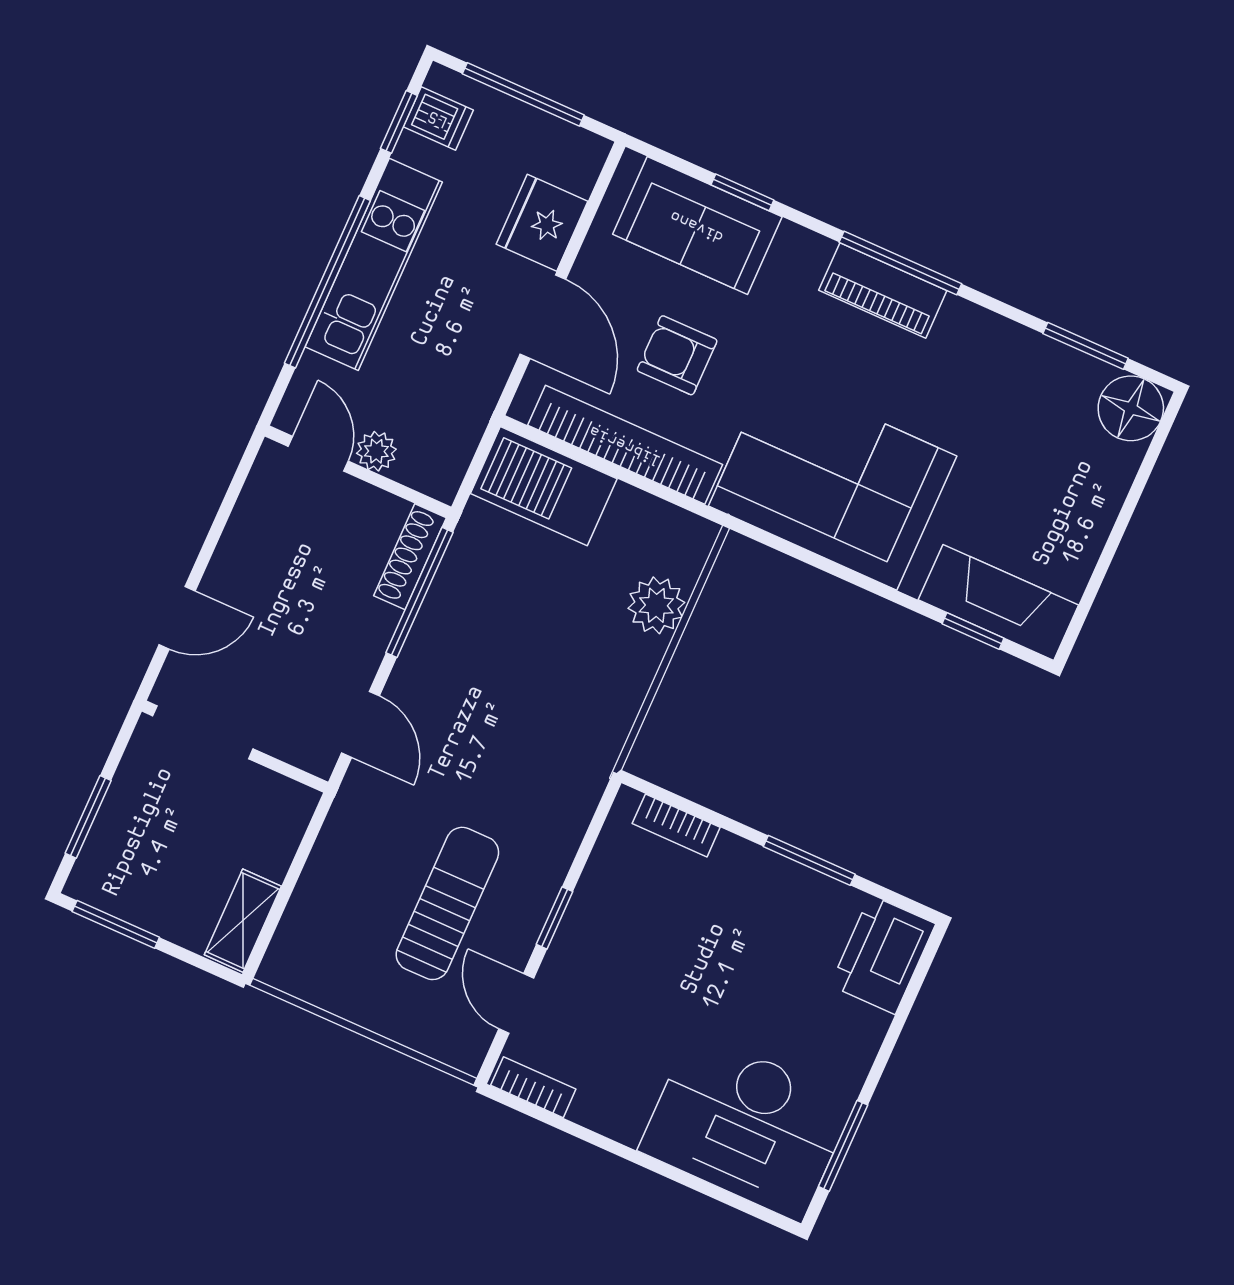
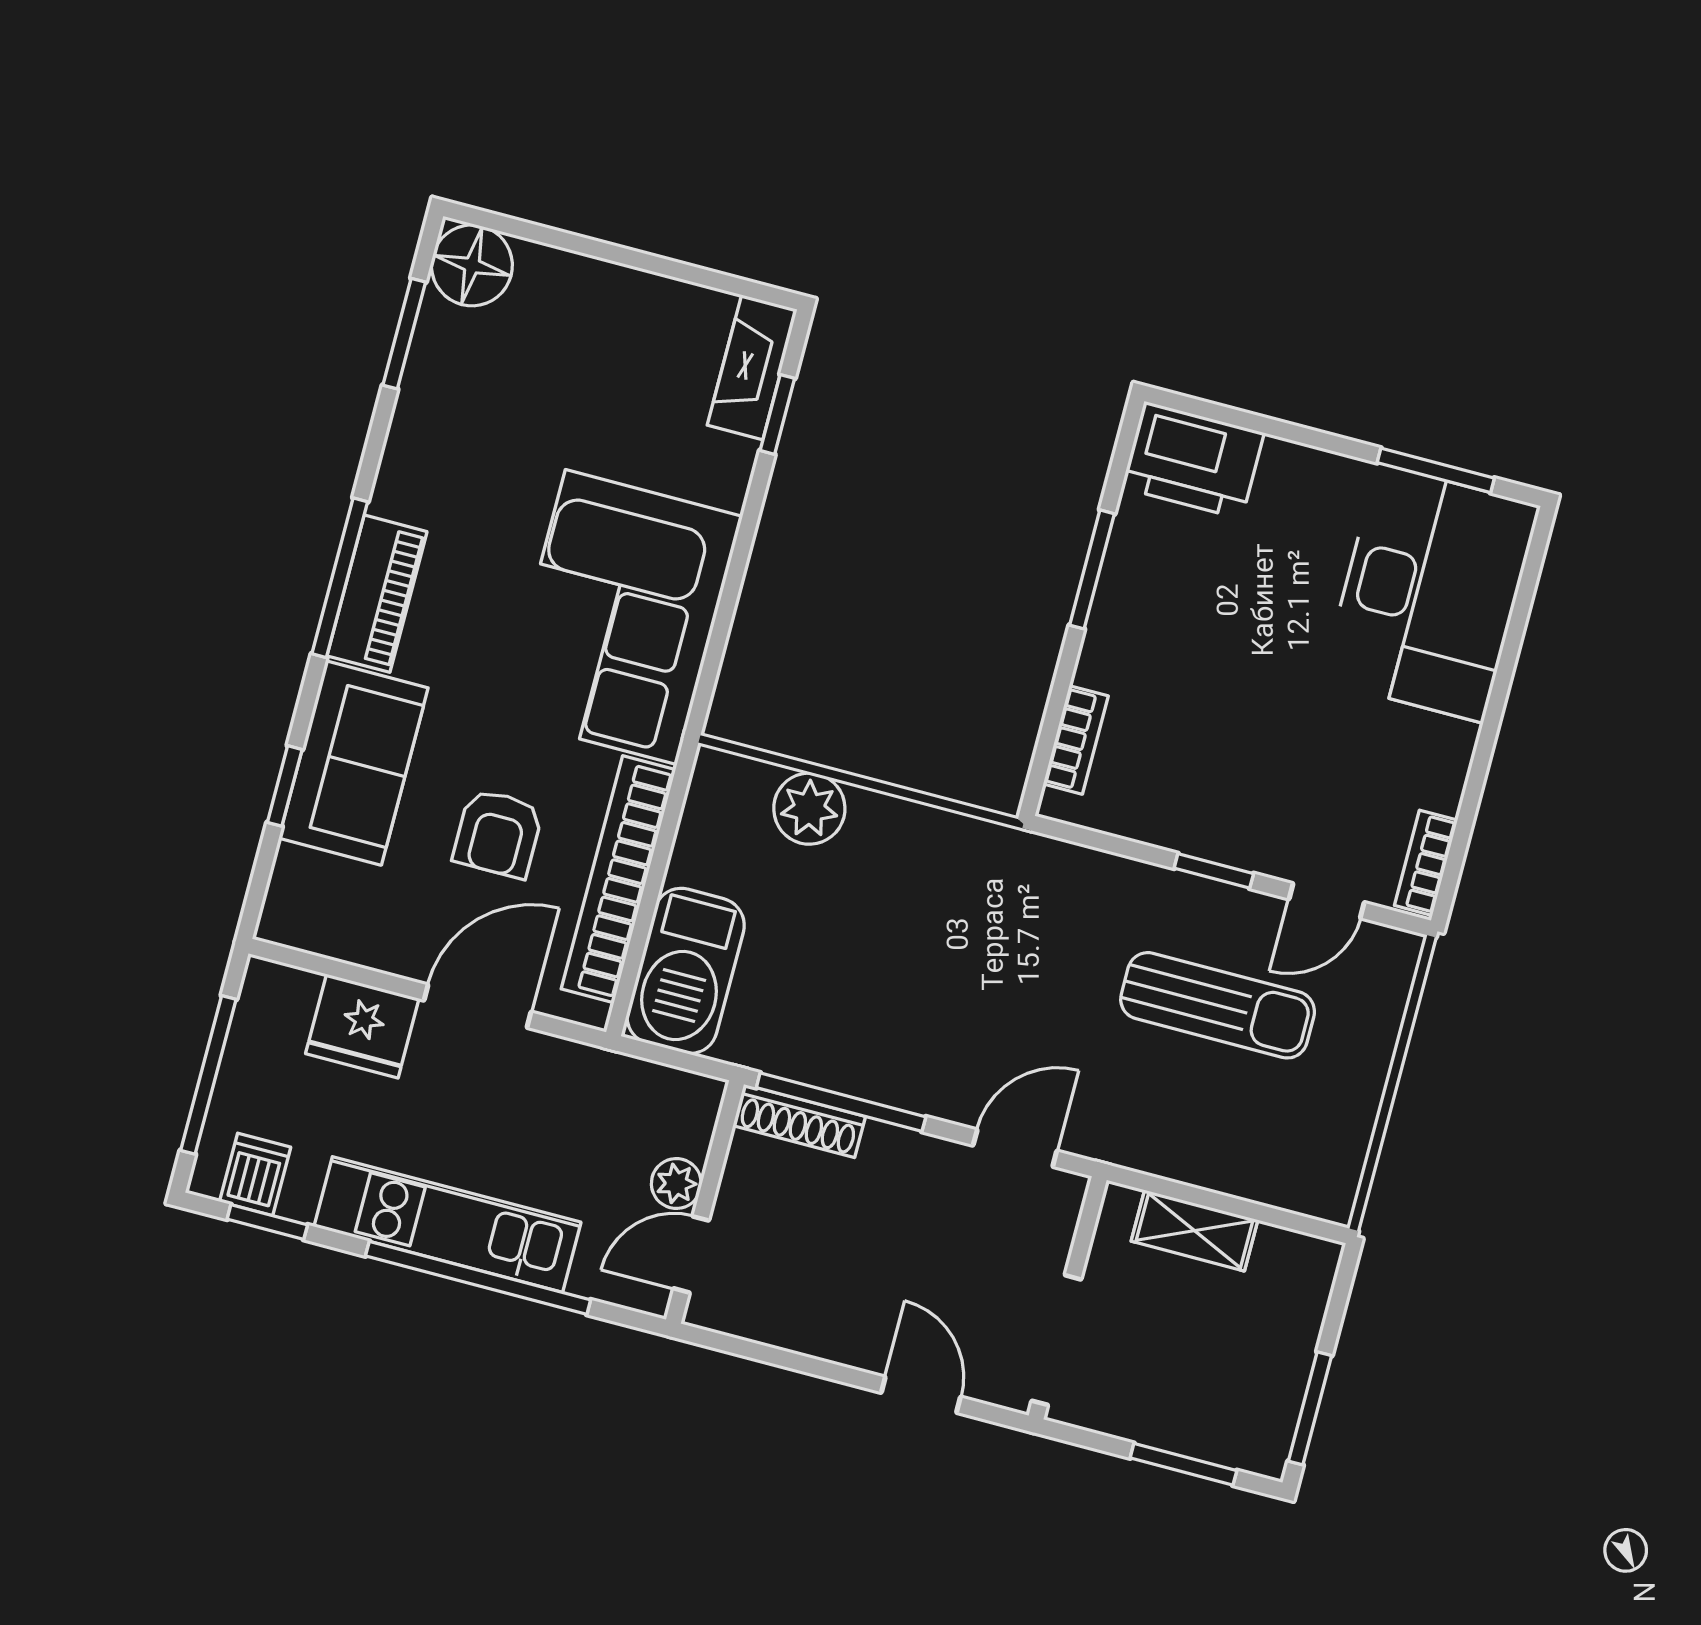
sofa: (697, 226) -> (353, 763), moved
fireplace: (998, 602) -> (752, 367), width x0.73, depth x0.76
sun lounger: (447, 903) -> (1218, 1005), turned 180
shelving: (243, 921) -> (1195, 1231), moved

